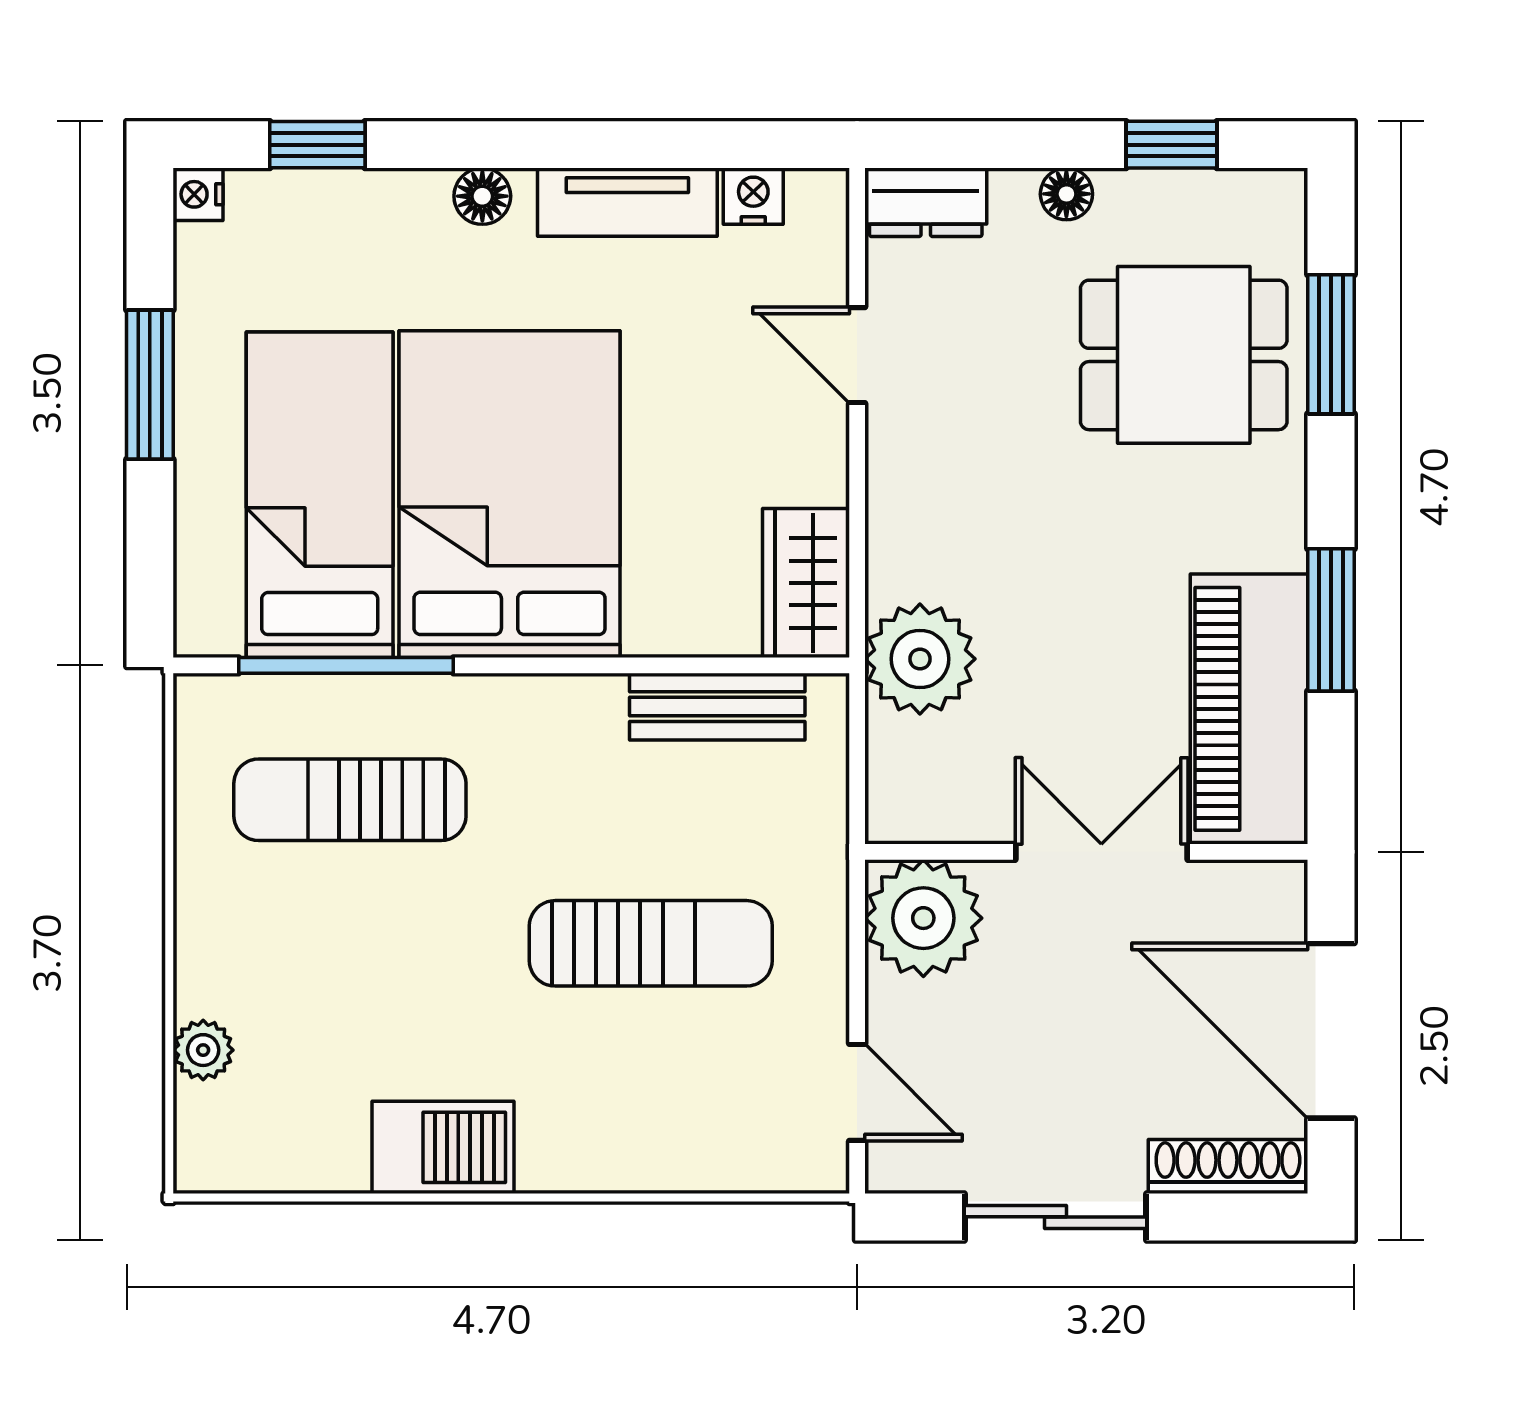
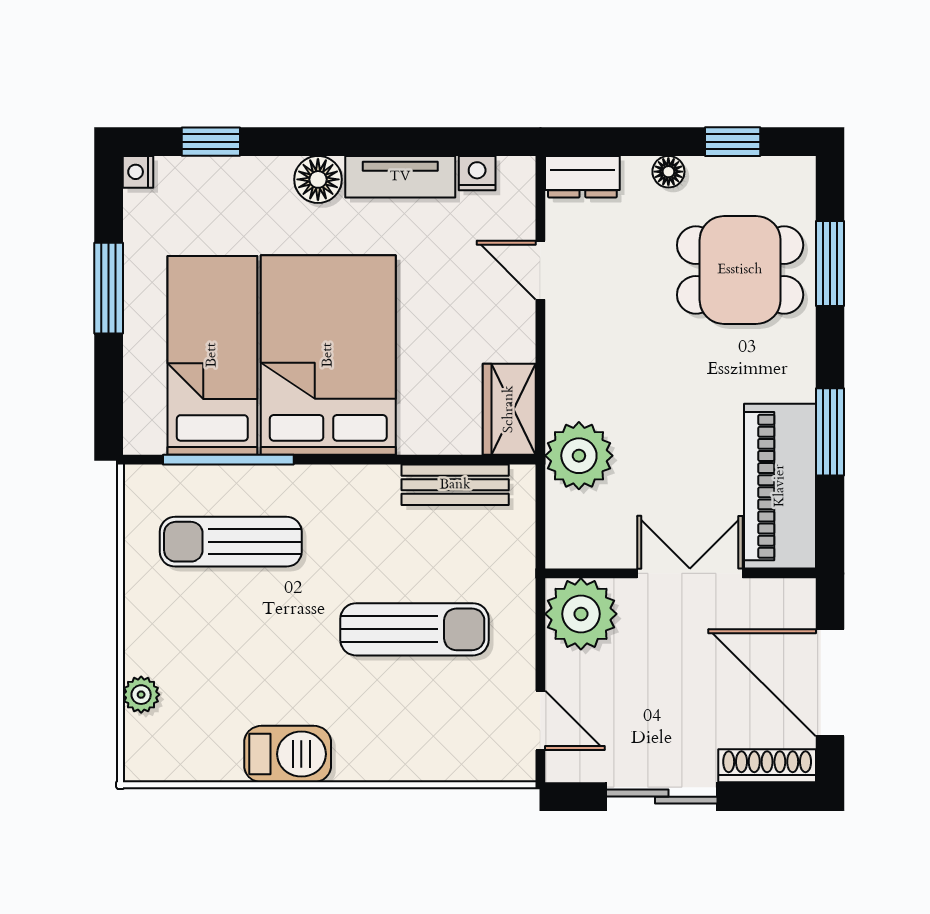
floor lamp: (482, 196) -> (318, 179), width x1.37, depth x1.37

